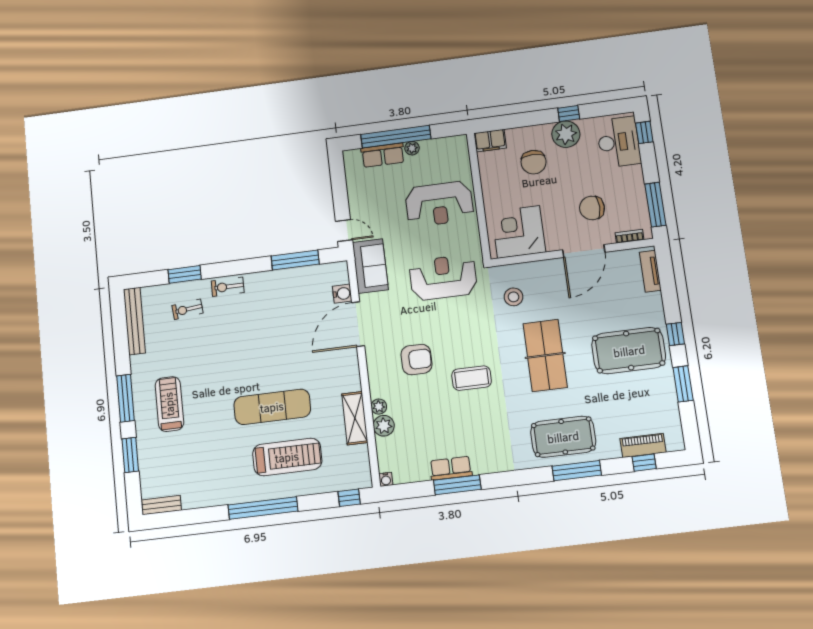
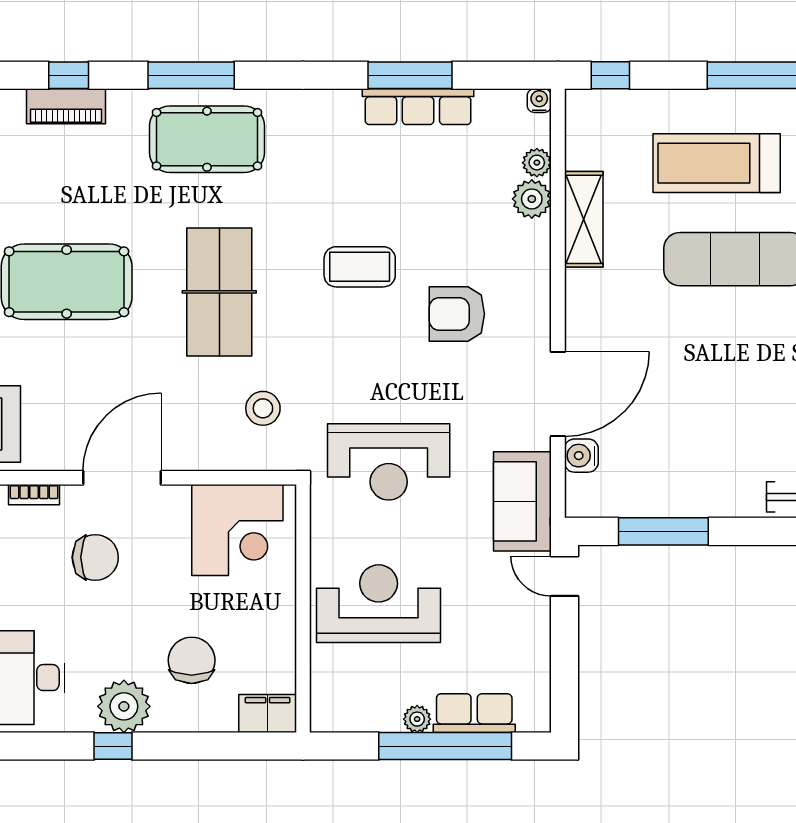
plant: (379, 407) -> (537, 163), moved
row of seats: (451, 468) -> (418, 107), width x1.48

